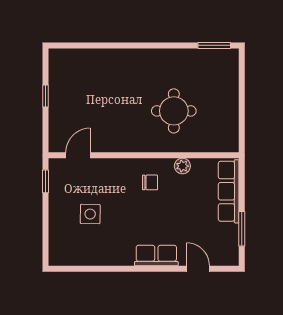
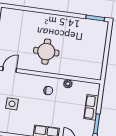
round table: (174, 111) -> (46, 52), moved
row of seats: (229, 191) -> (91, 107), width x0.68

